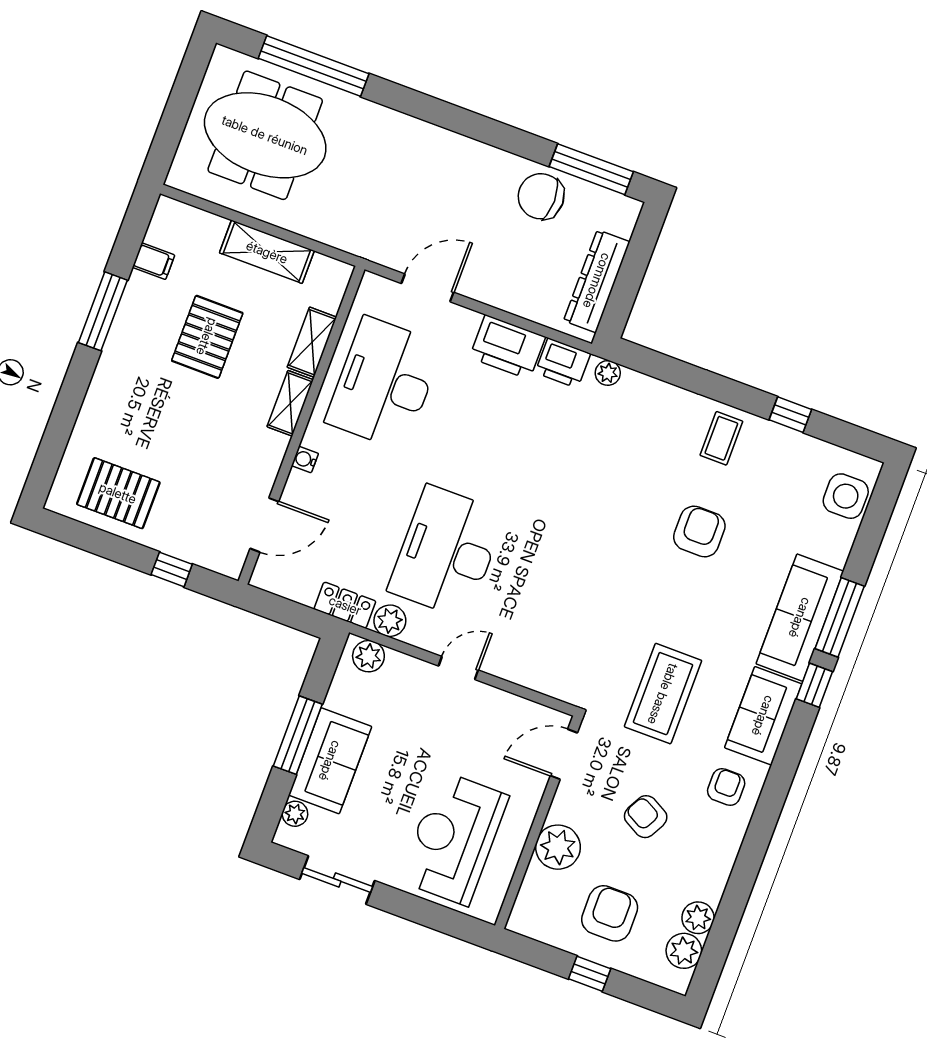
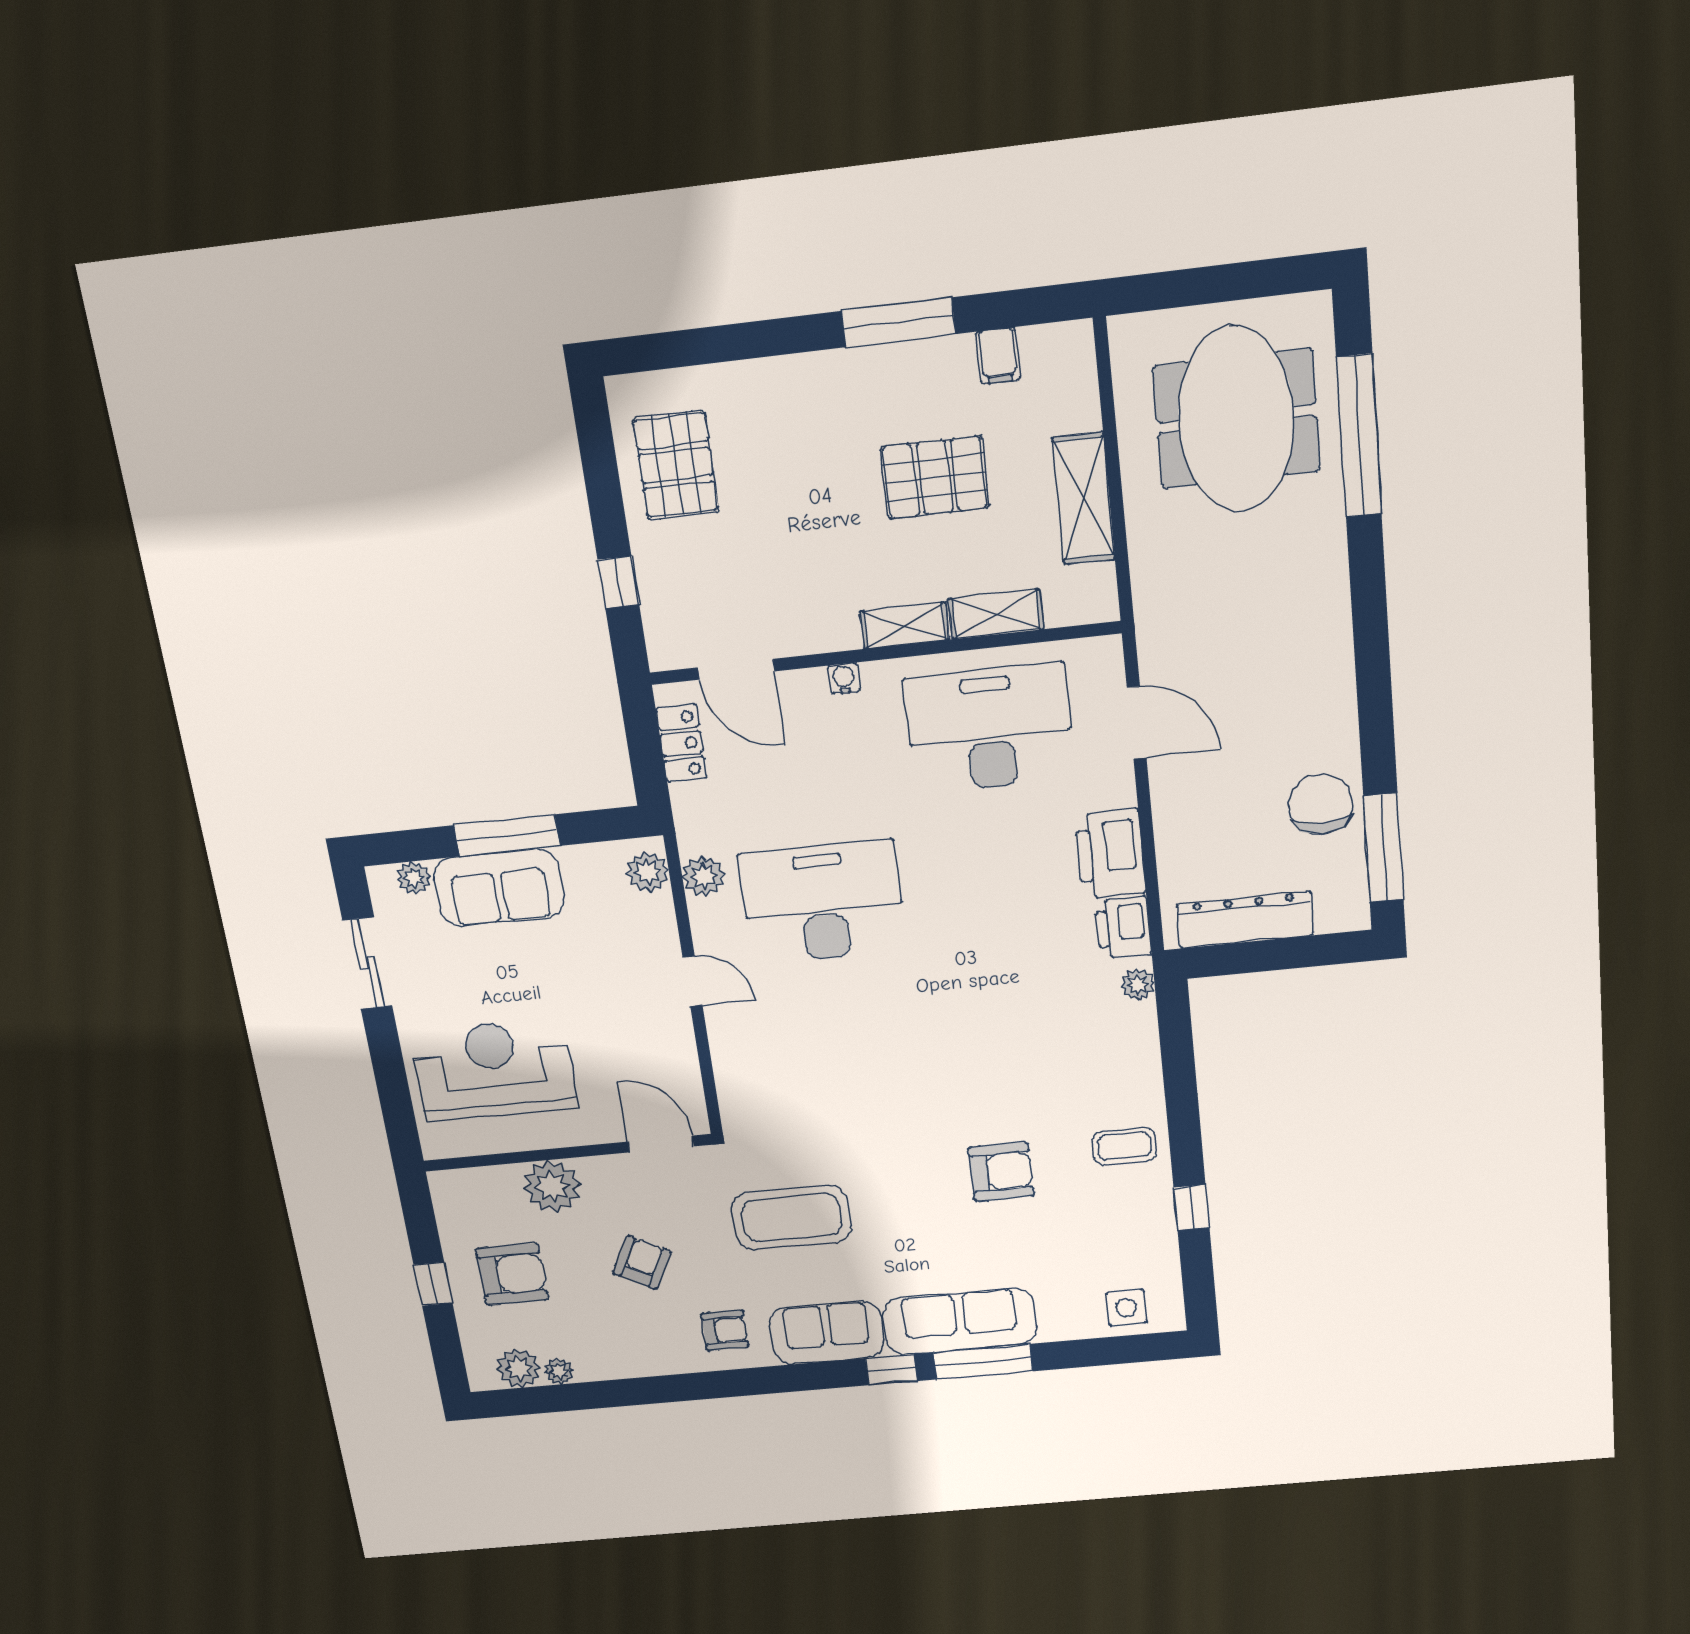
side table: (846, 496) -> (1126, 1308), width x0.73, depth x0.73
locker: (345, 605) -> (682, 743), moved
plant: (698, 918) -> (559, 1372), width x0.73, depth x0.73

